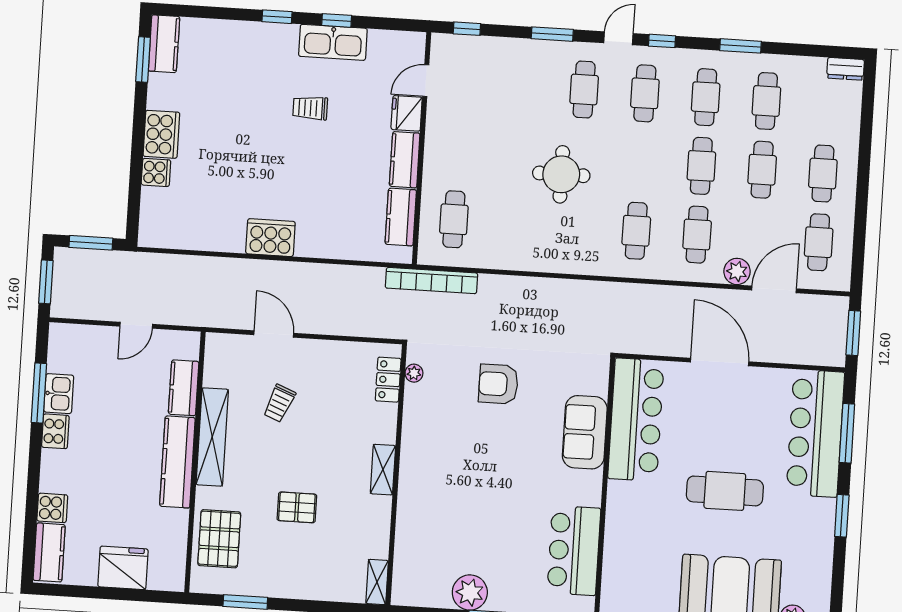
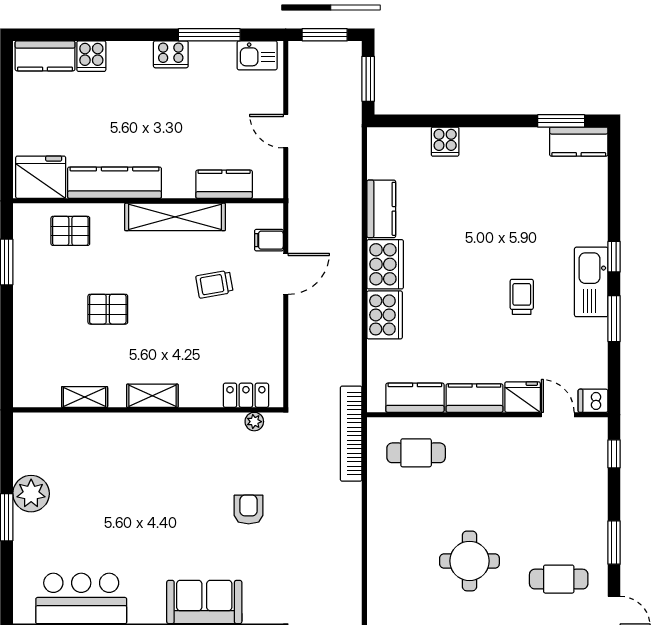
window: (337, 20) -> (614, 319), width x1.50
kitchen sink: (333, 42) -> (591, 282), moved
dishwasher: (414, 46) -> (593, 401), added
cooker: (161, 134) -> (385, 315), moved, turned -90
kitchen counter: (217, 238) -> (381, 209), added
filing cabinet: (240, 348) -> (269, 240), added
armchair: (498, 384) -> (249, 510), width x0.72, depth x0.72
kitchen sink: (59, 394) -> (257, 55), moved
trolley: (279, 403) -> (214, 284), turned -32
kitchen counter: (177, 462) -> (115, 183), moved
pallet: (297, 507) -> (108, 309), turned 90
pallet: (219, 539) -> (70, 231), width x0.67, depth x0.71
fridge: (123, 568) -> (41, 177), moved, turned -90
shelving: (377, 582) -> (85, 397), moved

